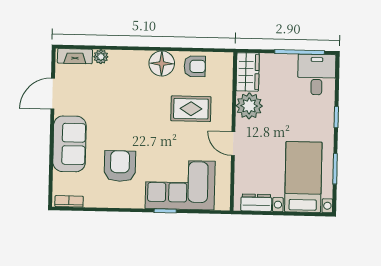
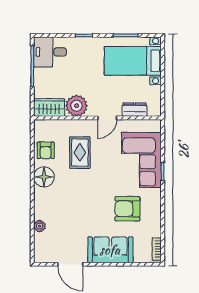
fireplace: (75, 56) -> (40, 247), removed
armchair: (195, 66) -> (46, 150), turned 180
dresser: (256, 203) -> (135, 110), moved, turned 90

